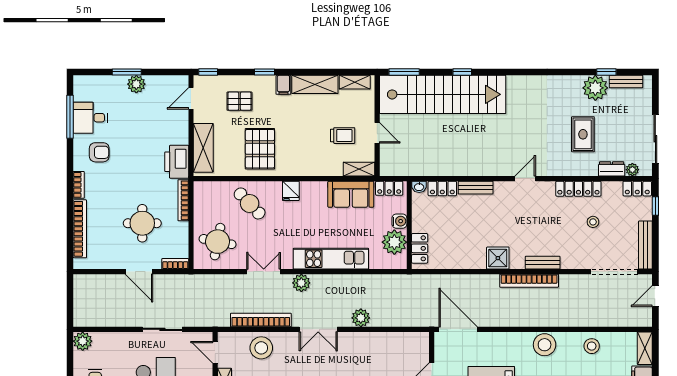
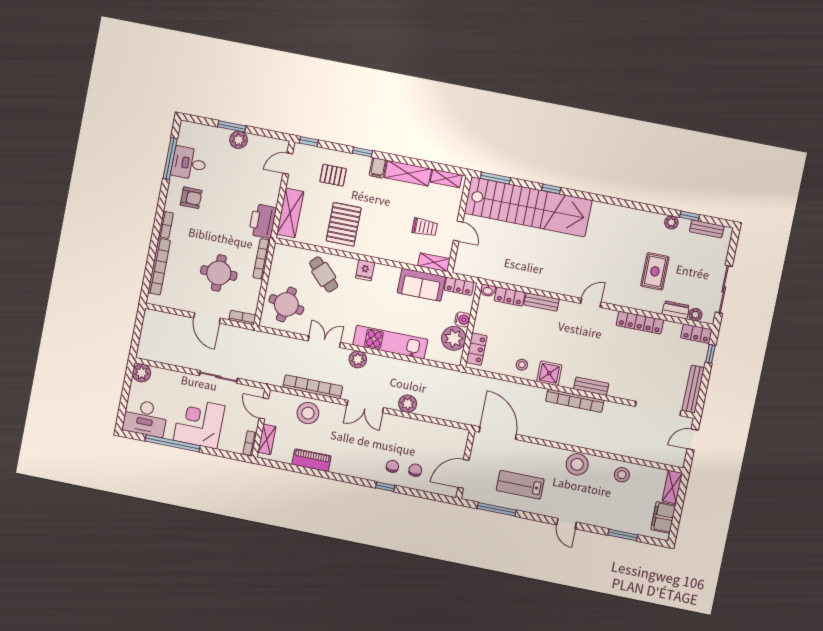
plant: (595, 88) -> (671, 222), width x0.53, depth x0.53
stool: (593, 222) -> (522, 365), moved

